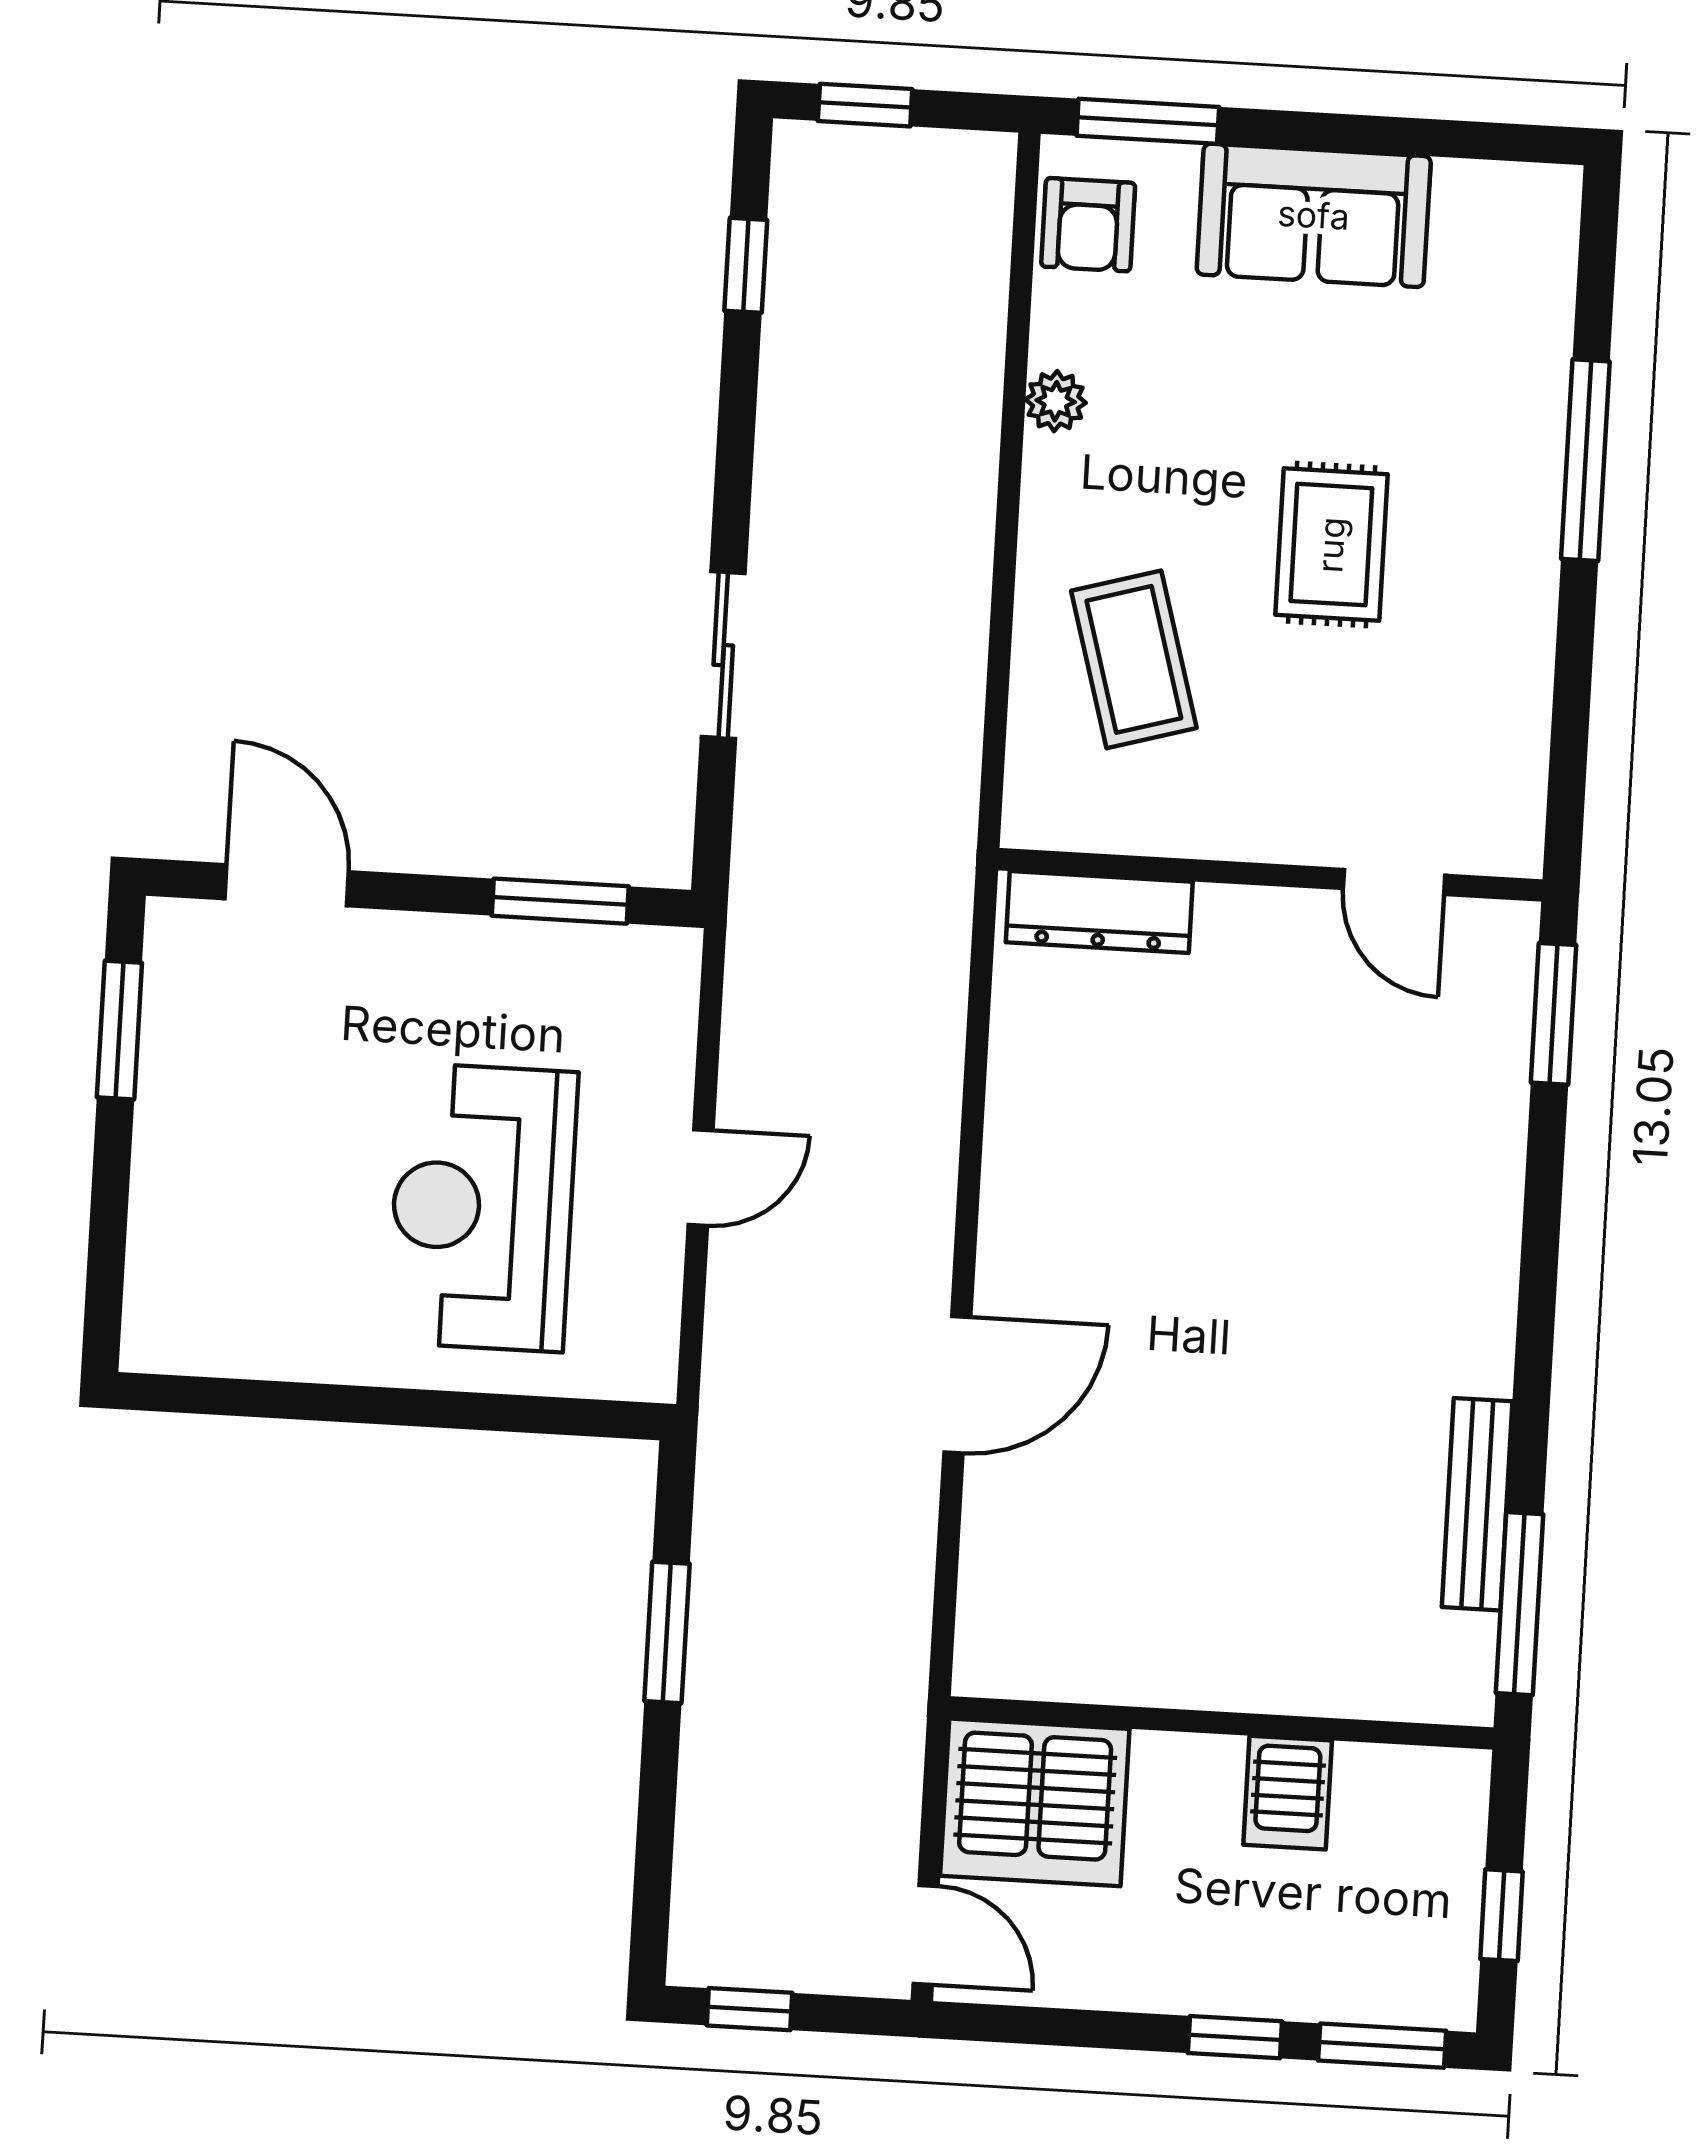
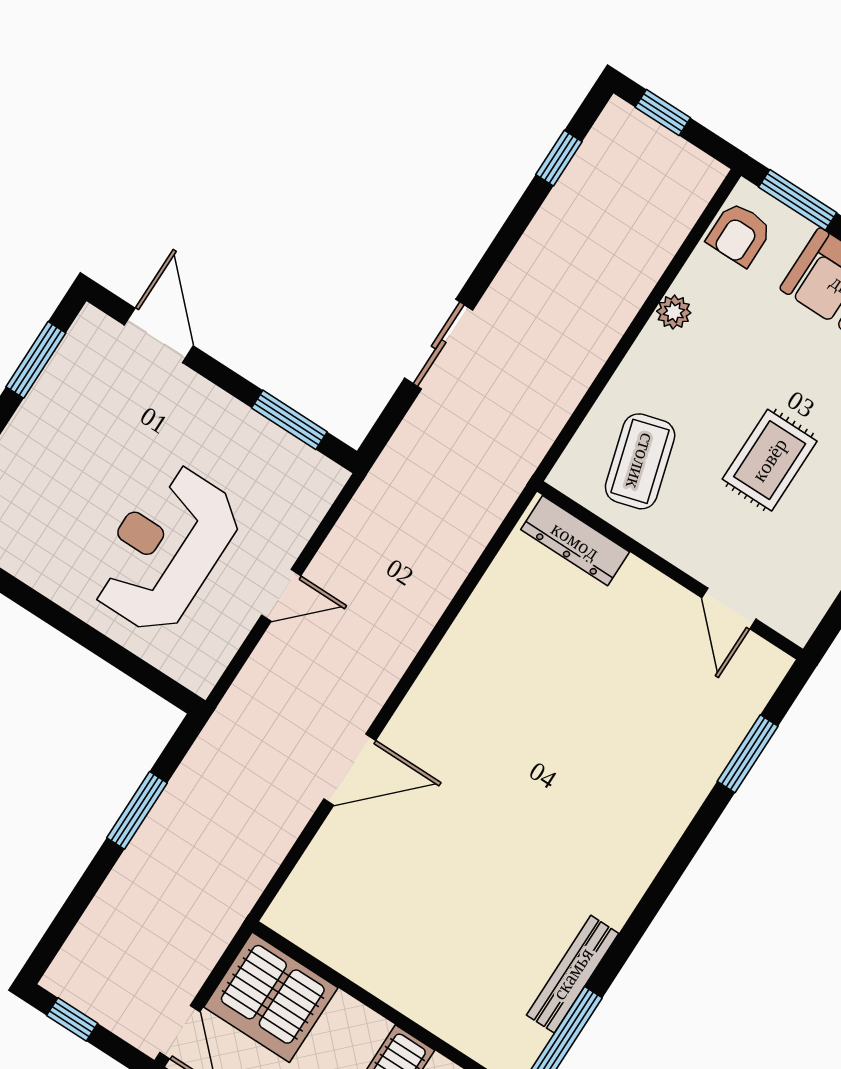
wall: (1270, 875) -> (670, 570), moved
door: (1394, 882) -> (729, 608), moved
dresser: (1099, 912) -> (575, 541), moved

